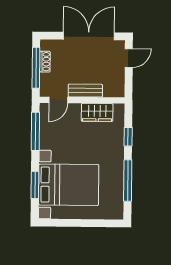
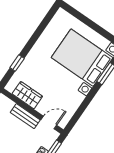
window: (35, 131) -> (80, 111), removed
window: (128, 180) -> (38, 32), removed

